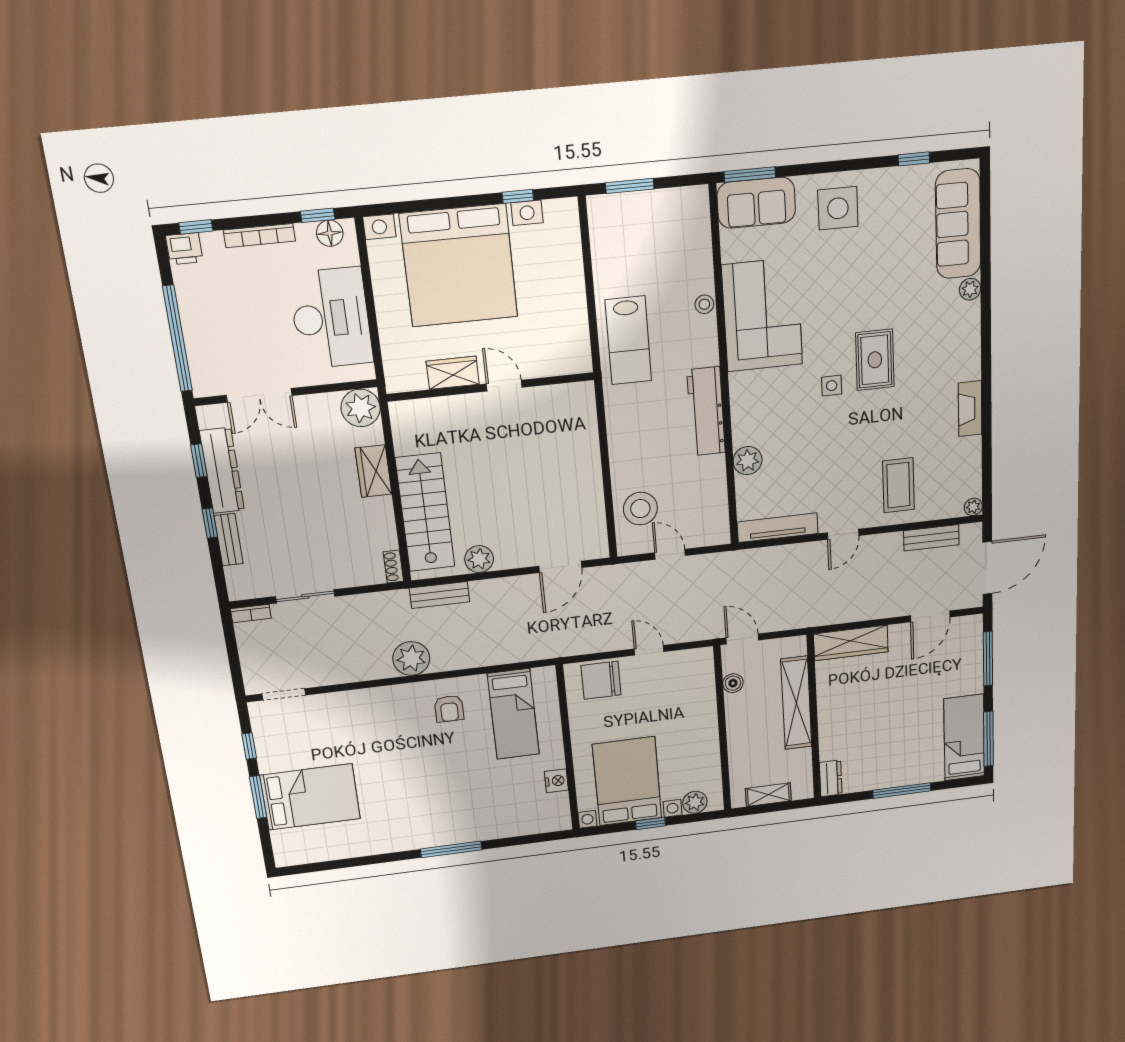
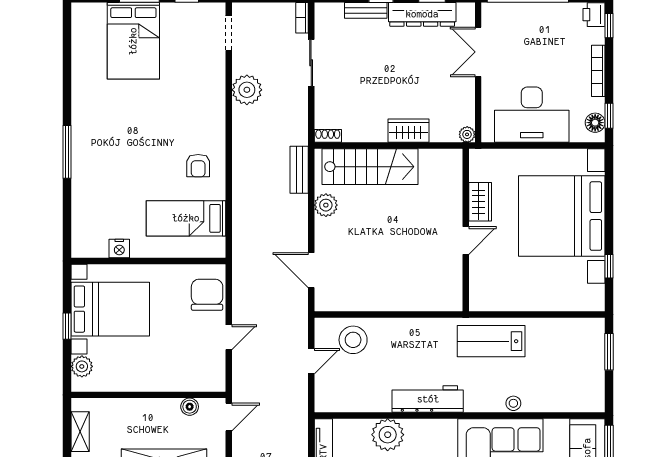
plant: (361, 408) -> (467, 134), width x0.53, depth x0.53
plant: (748, 461) -> (388, 435), width x1.36, depth x1.36
plant: (411, 659) -> (247, 90), moved
armchair: (449, 709) -> (198, 166), turned -90

